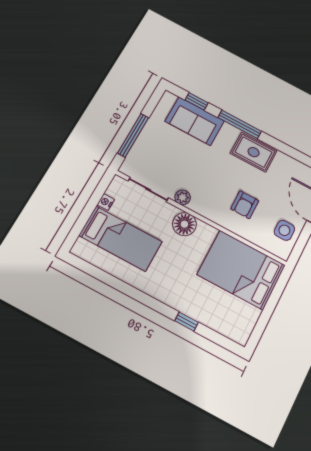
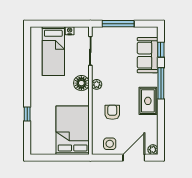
plant: (183, 197) -> (97, 84), moved
armchair: (245, 205) -> (112, 112), turned 90

